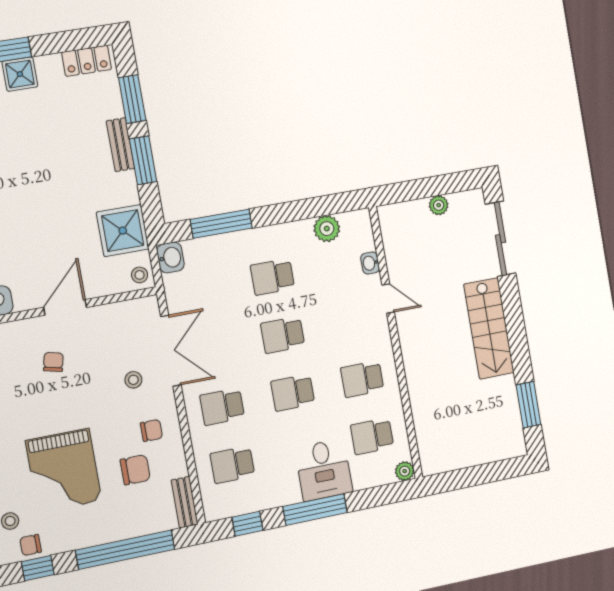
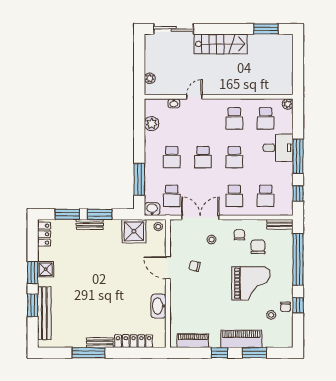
plant: (439, 205) -> (150, 78), moved
school desk: (202, 290) -> (172, 196), added
chair: (53, 362) -> (195, 266), moved

